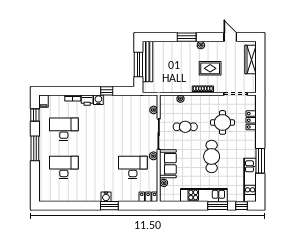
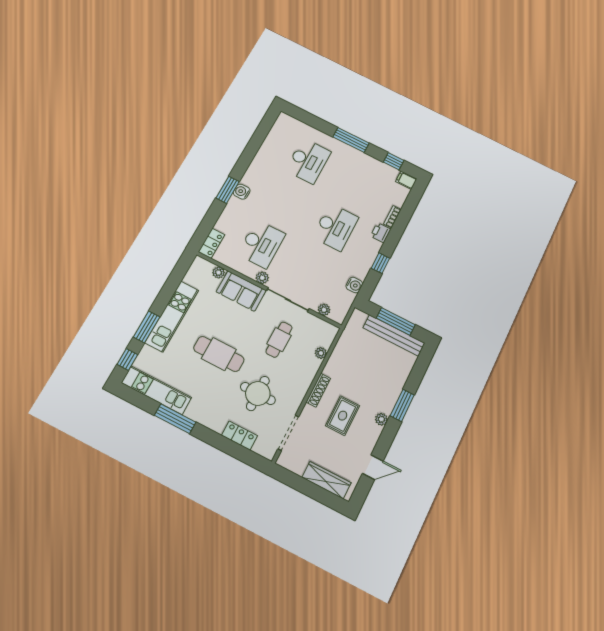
water cooler: (98, 100) -> (354, 285), moved
desk: (64, 129) -> (335, 227), moved

